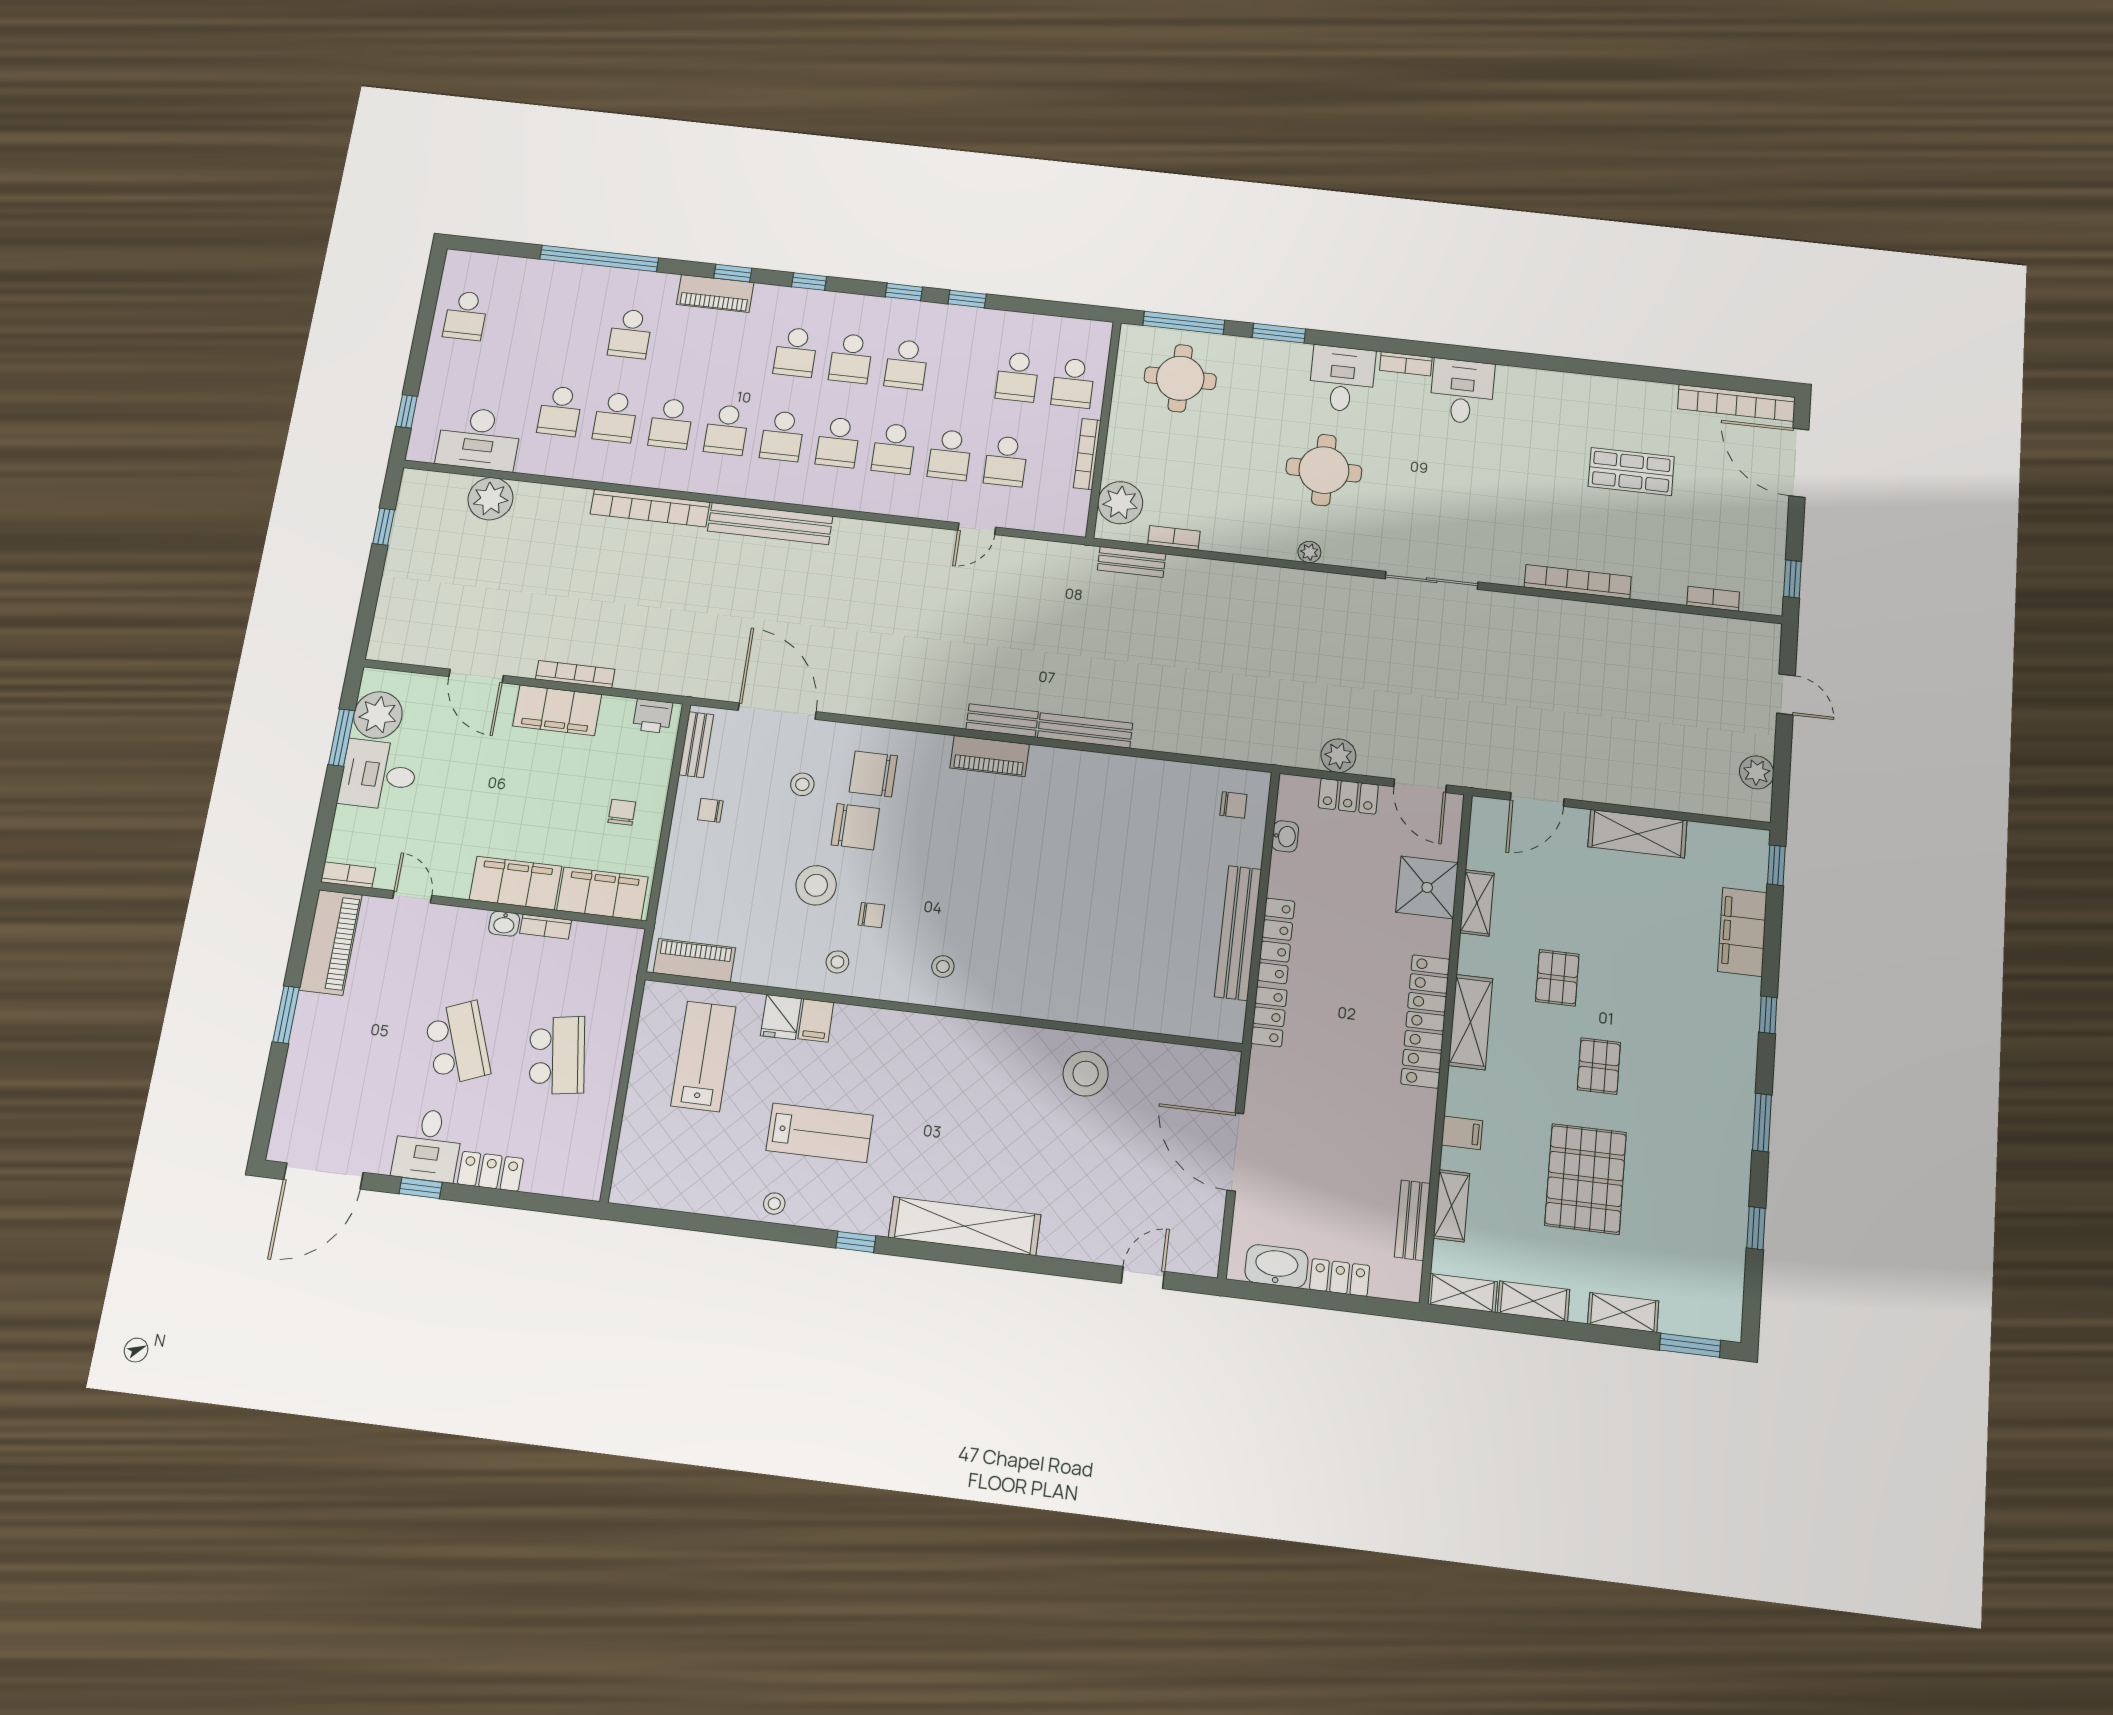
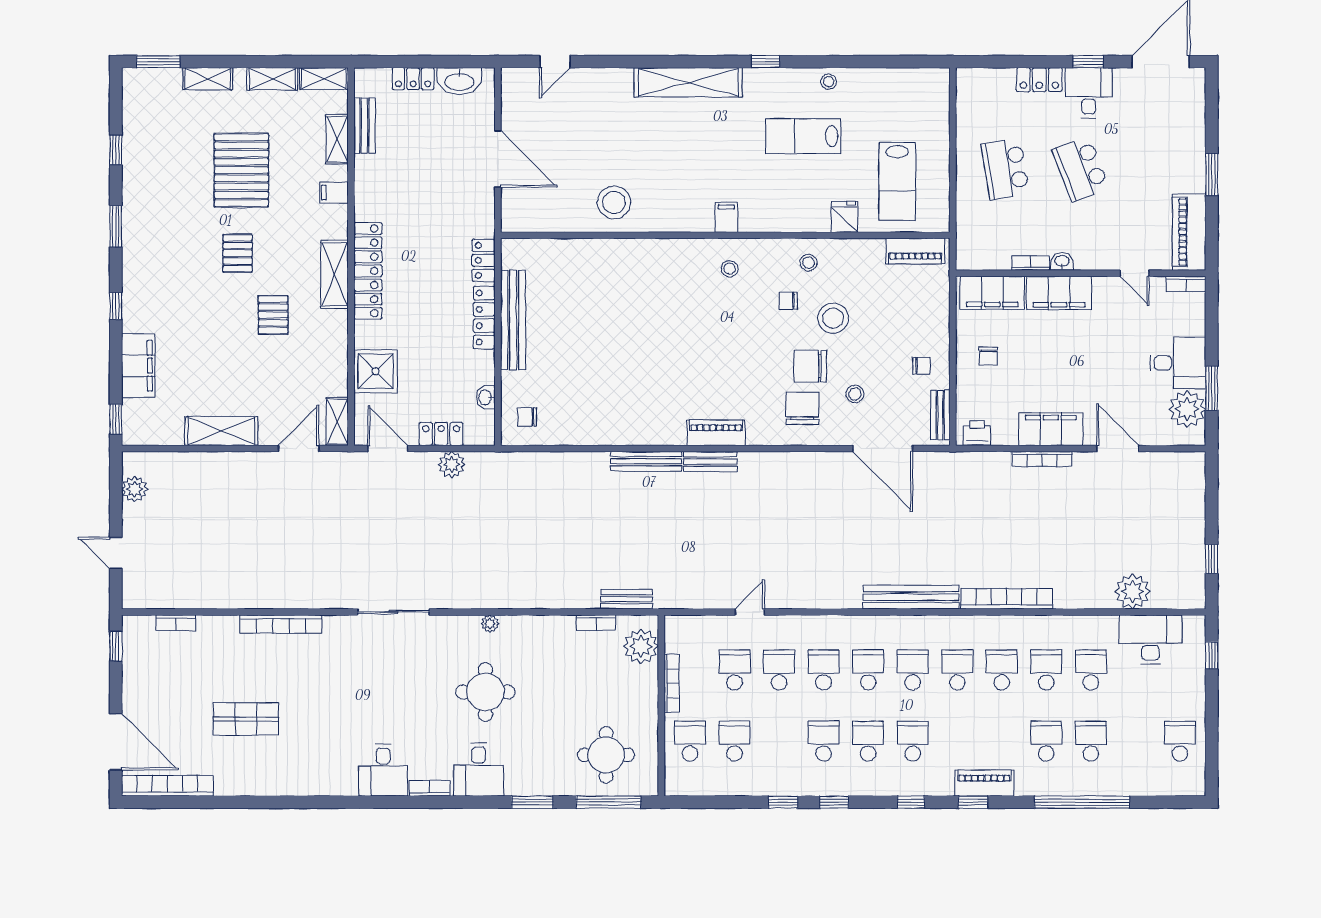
school desk: (575, 328) -> (1091, 741), added
chair: (873, 774) -> (802, 408), turned -90
shelving: (1477, 903) -> (337, 421), moved
filing cabinet: (816, 1021) -> (726, 217), moved

